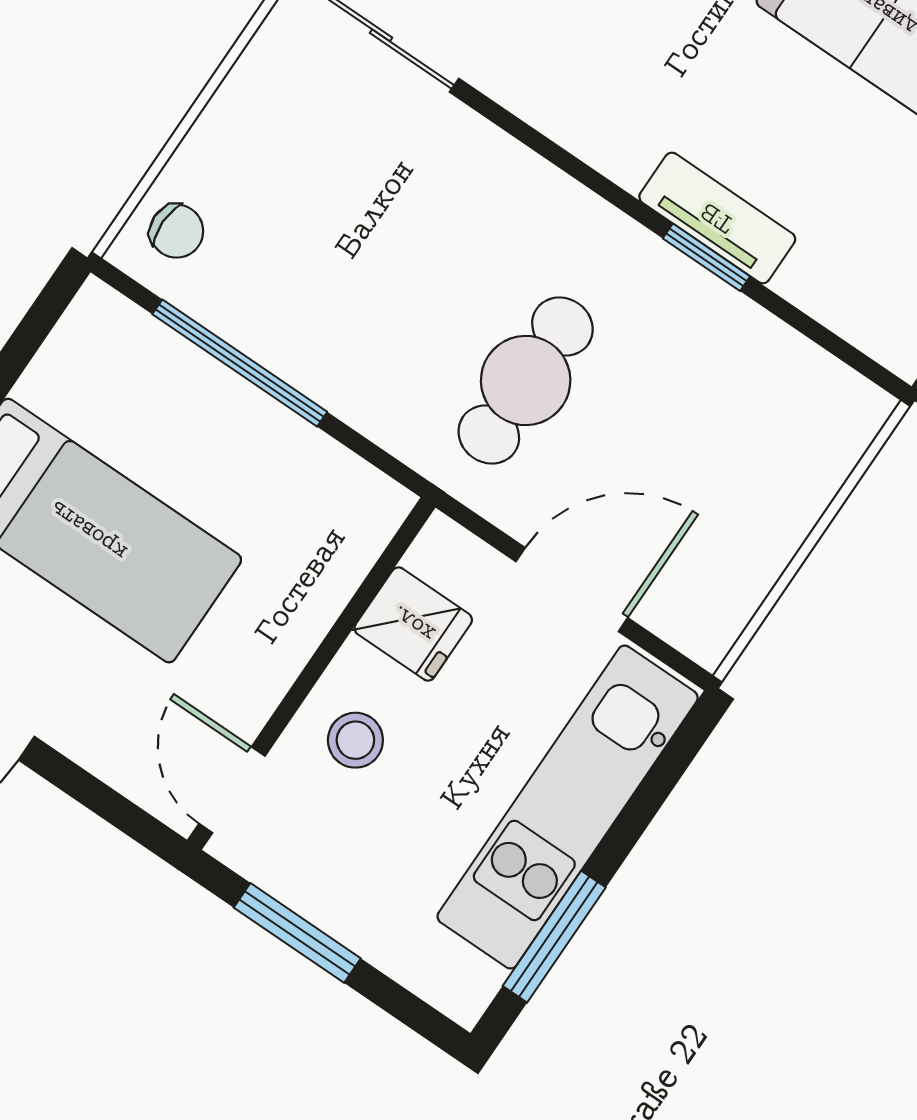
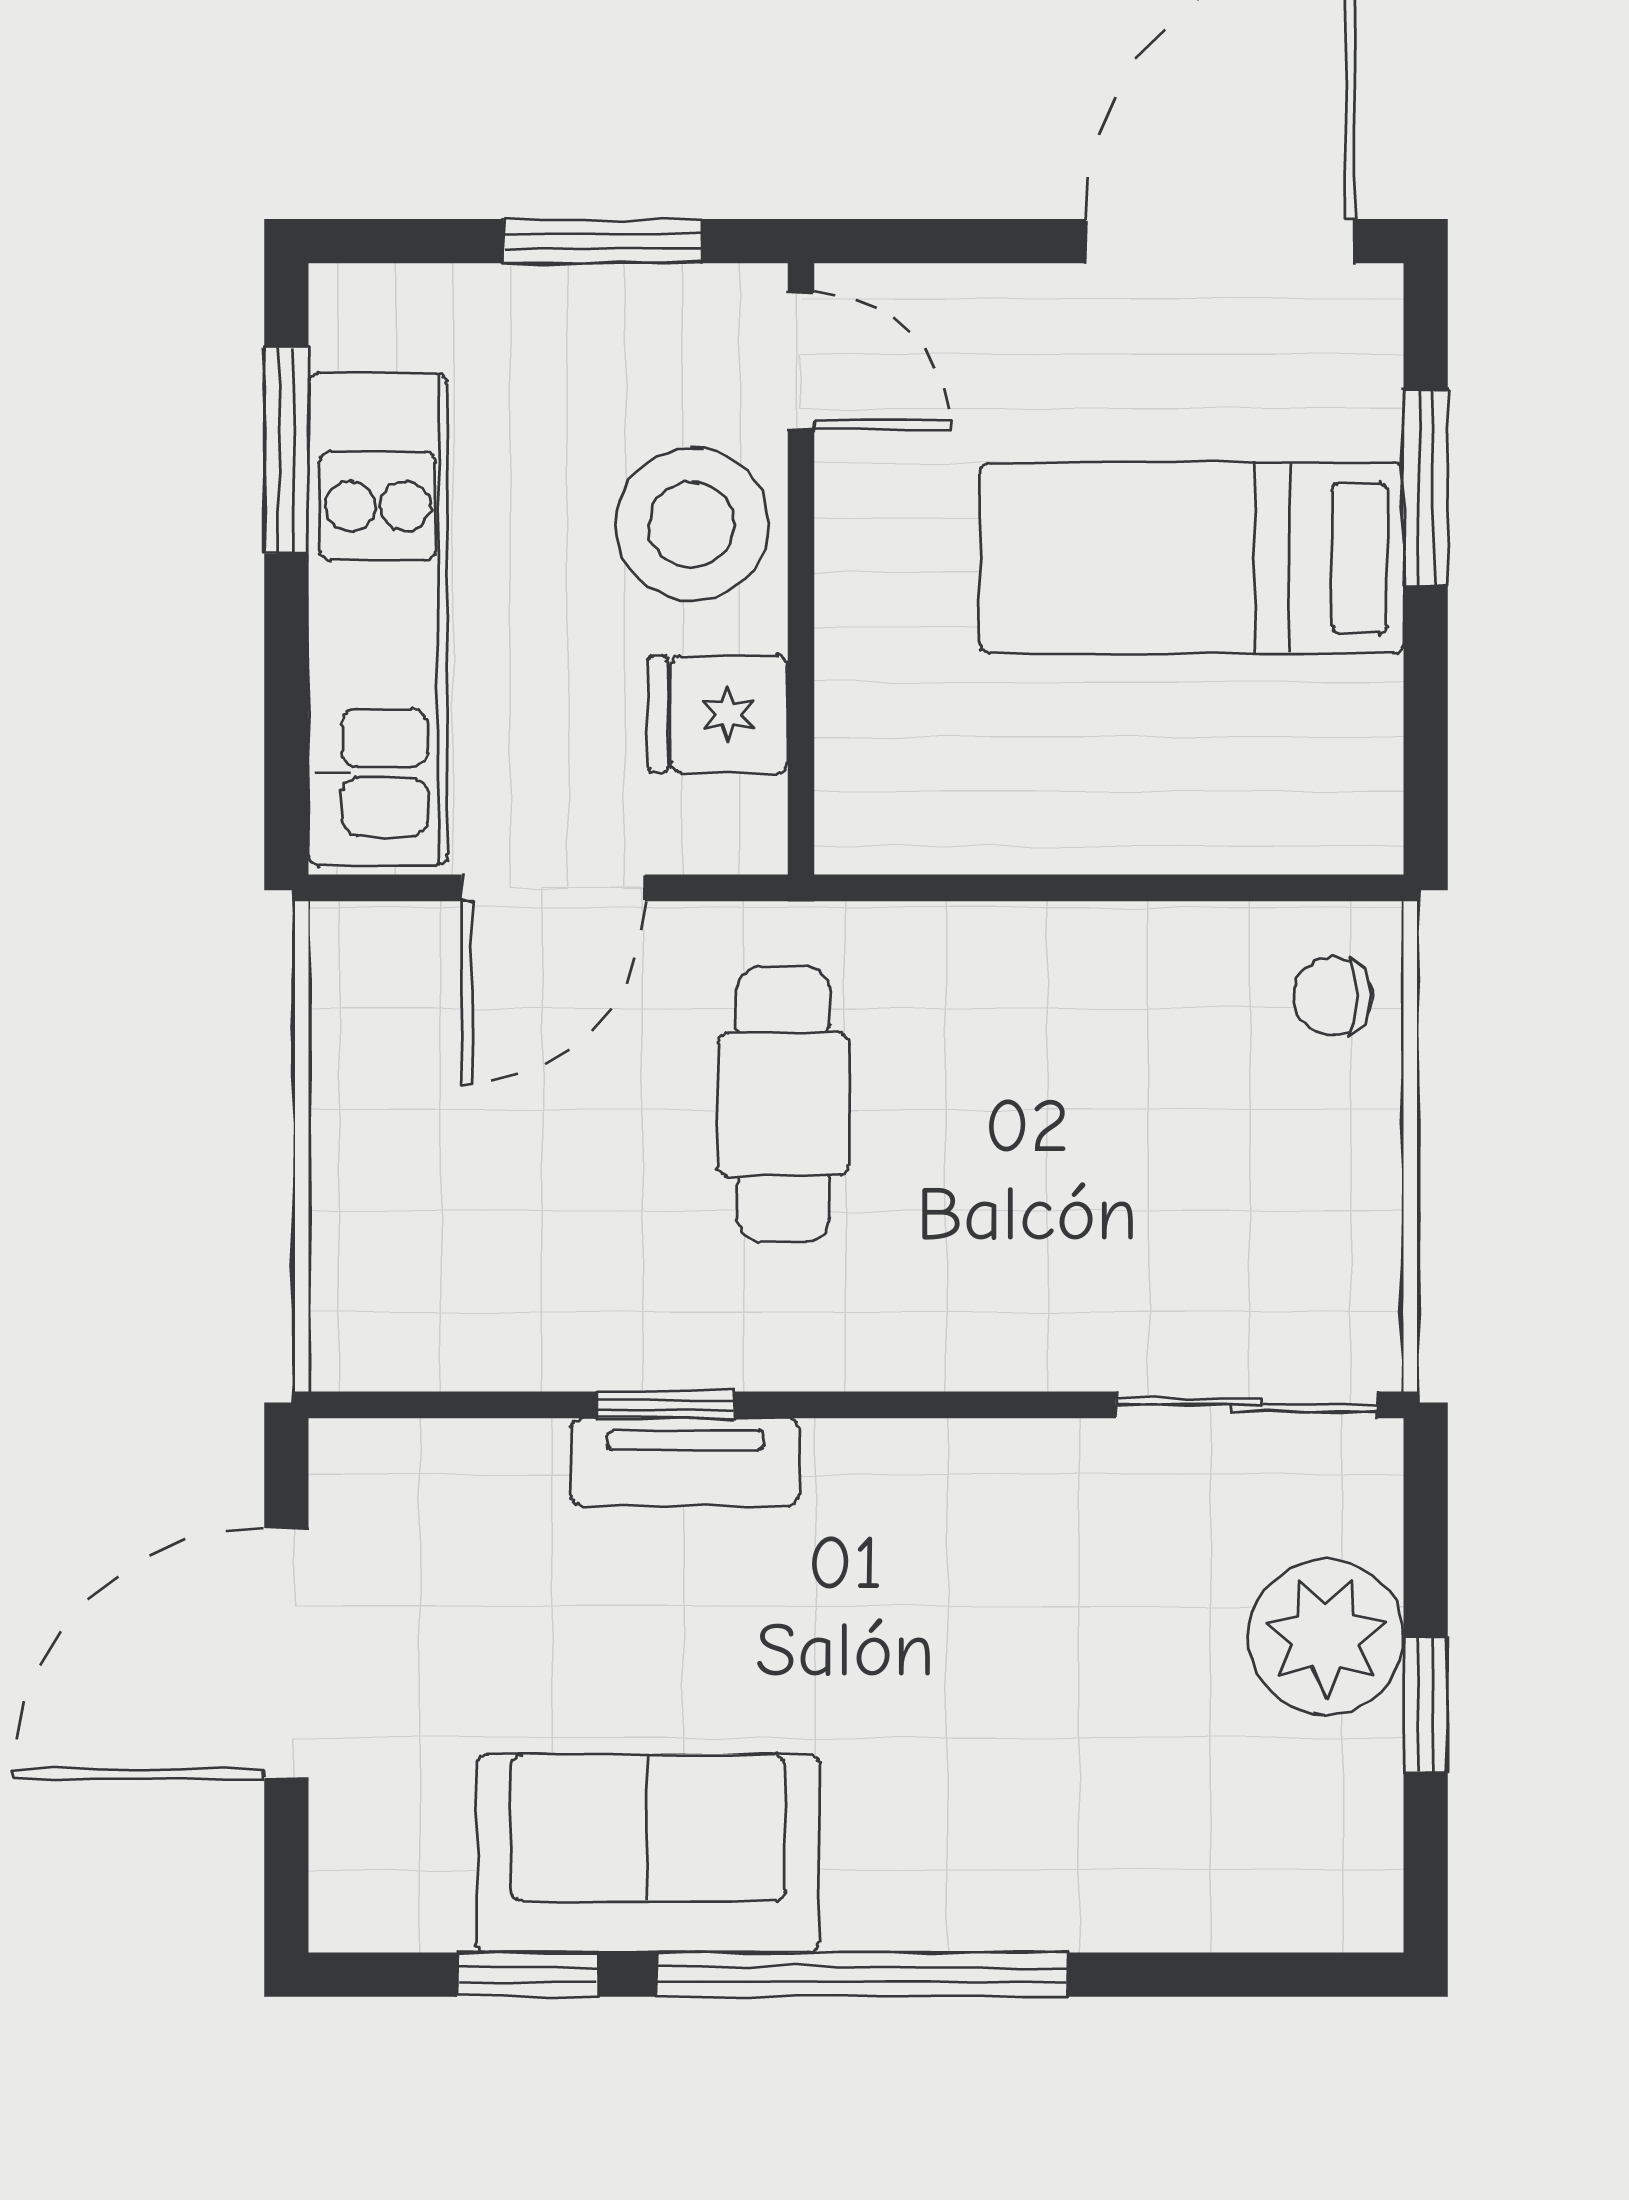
window: (240, 363) -> (1146, 888), removed
stool: (355, 740) -> (692, 525), width x1.89, depth x1.89

